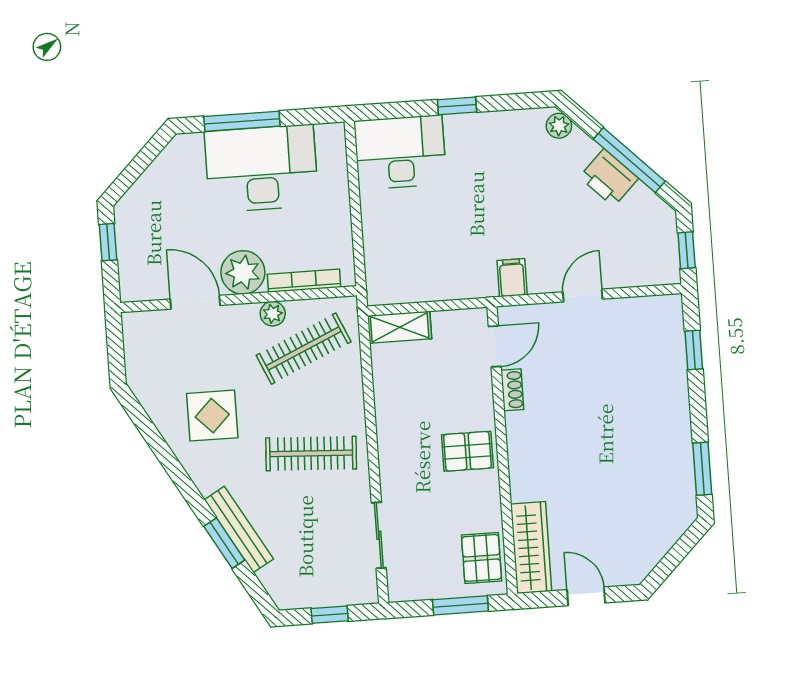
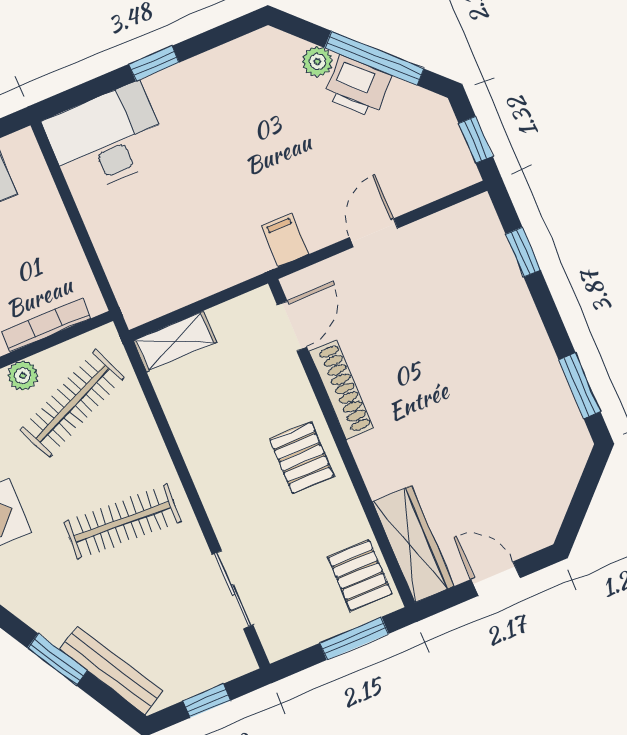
plant: (559, 126) -> (317, 62), moved
shoe rack: (512, 390) -> (341, 390), width x1.94, depth x1.24
pallet: (467, 451) -> (302, 458), turned 90
bench: (239, 529) -> (111, 670), moved

